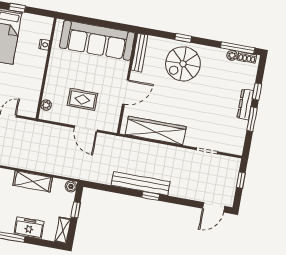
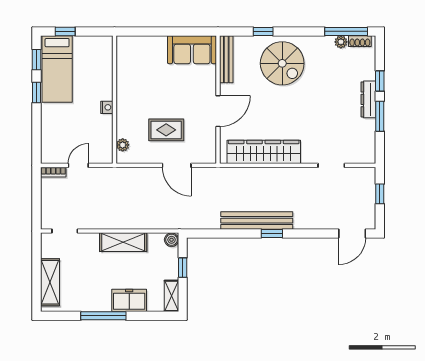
window: (183, 38) -> (263, 31), moved
sofa: (97, 40) -> (192, 50), width x0.54, depth x0.79
nightstand: (44, 45) -> (107, 107), moved
spiral stairs: (183, 64) -> (282, 63), turned -90

